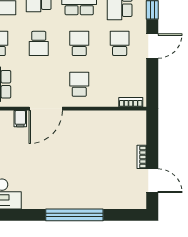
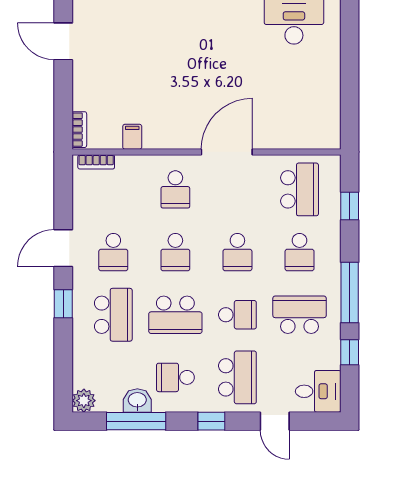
school desk: (39, 43) -> (237, 252), turned 180
filing cabinet: (20, 119) -> (132, 137), moved
bookcase: (142, 157) -> (79, 130), moved

